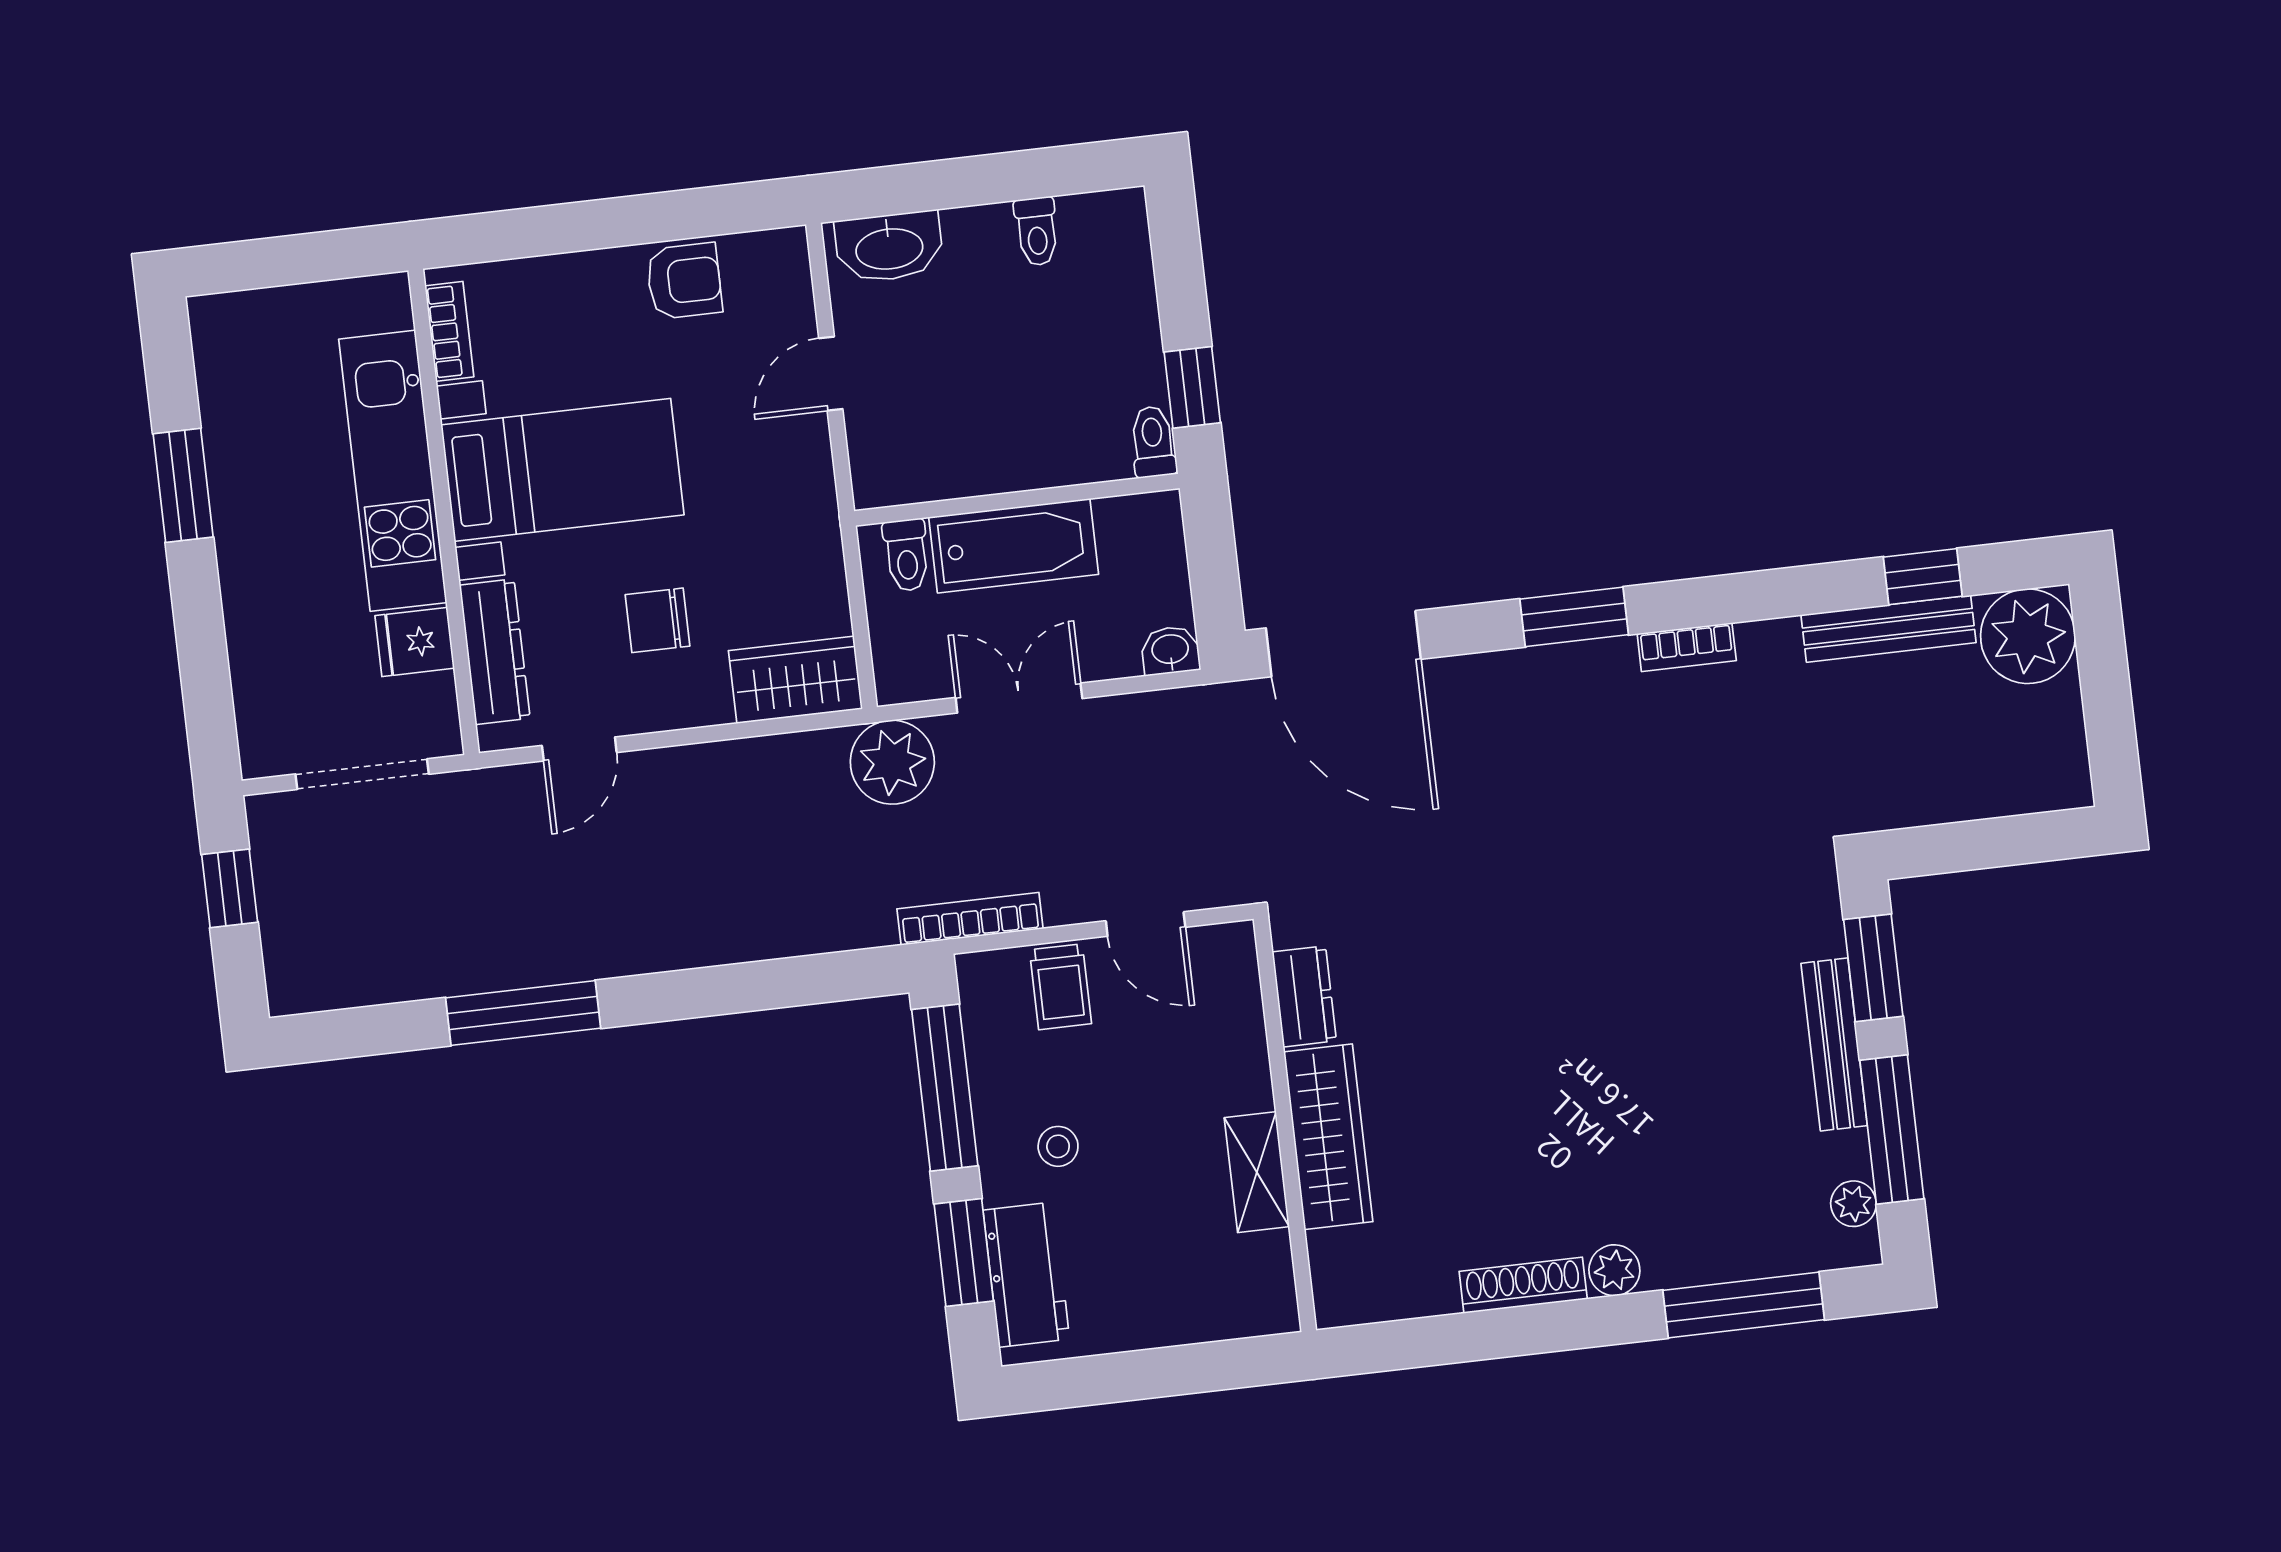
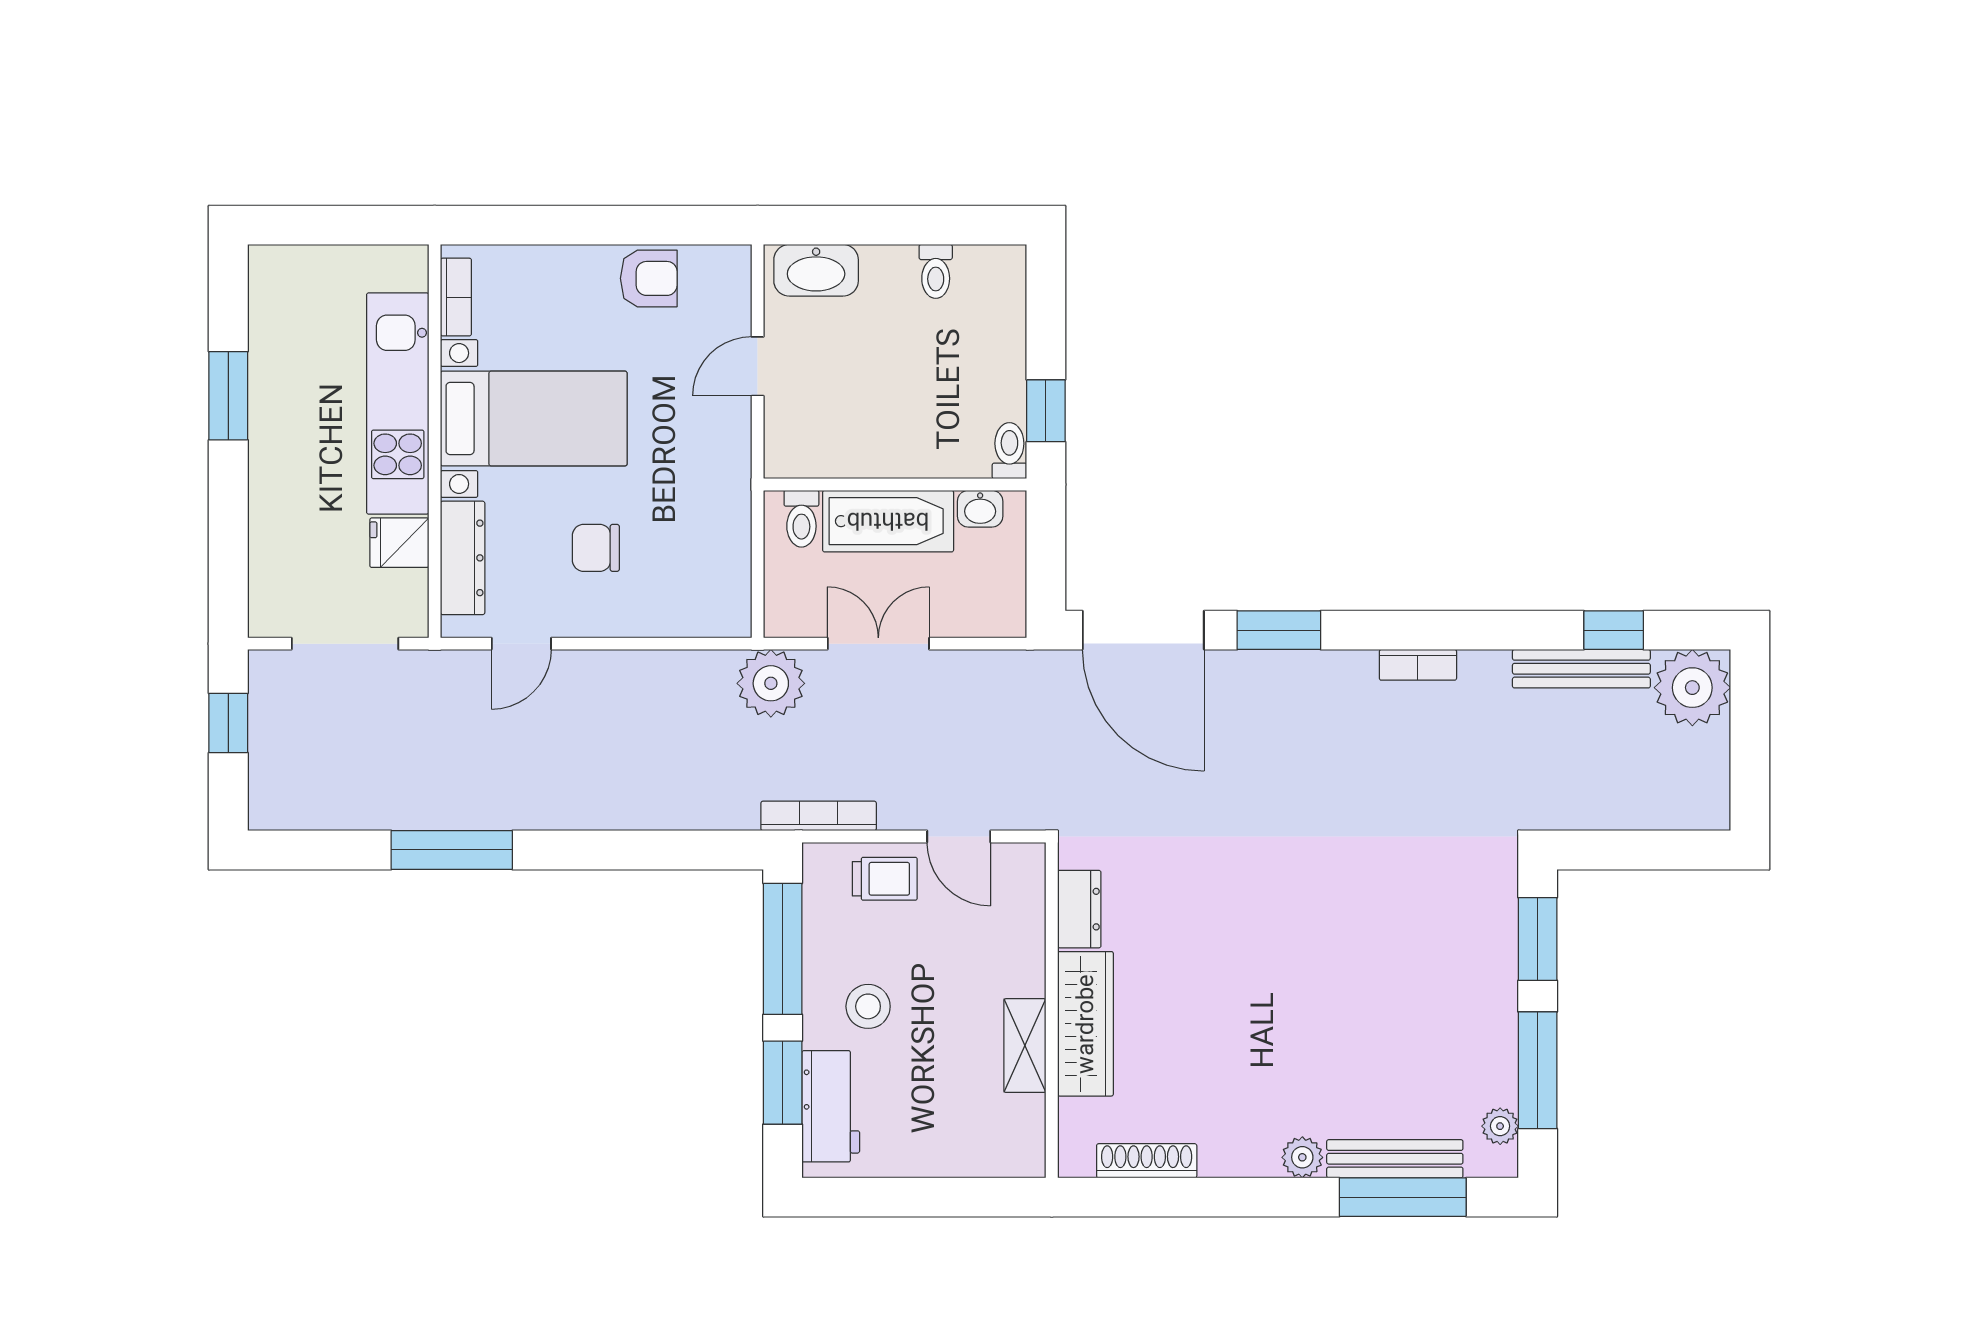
window: (1574, 617) -> (1279, 630), moved
washbasin: (1170, 650) -> (980, 509), moved, turned 180
wardrobe: (795, 680) -> (701, 608), removed
trolley: (1060, 987) -> (885, 879), turned -90
bench: (1834, 1044) -> (1395, 1159), moved, turned 90
stool: (1058, 1146) -> (868, 1006), width x1.37, depth x1.37
shoe rack: (1523, 1285) -> (1147, 1161), moved

